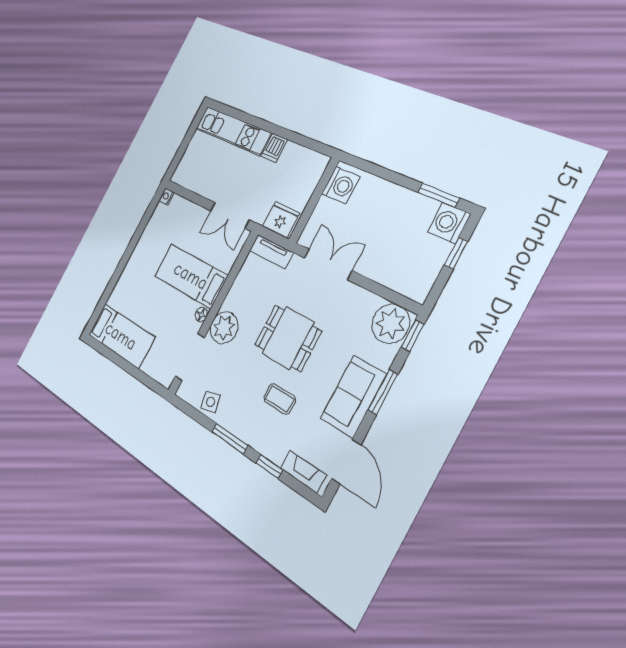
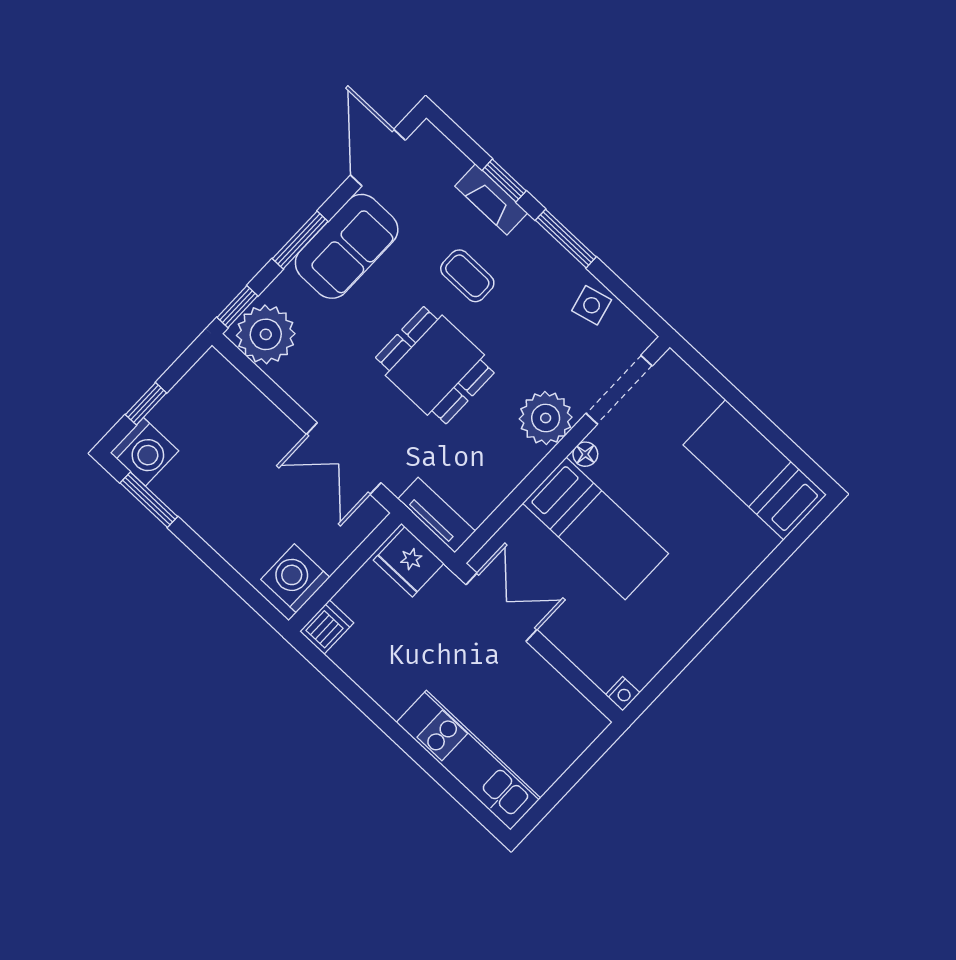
dishwasher: (274, 148) -> (327, 627), moved
fireplace: (303, 472) -> (491, 199), moved

